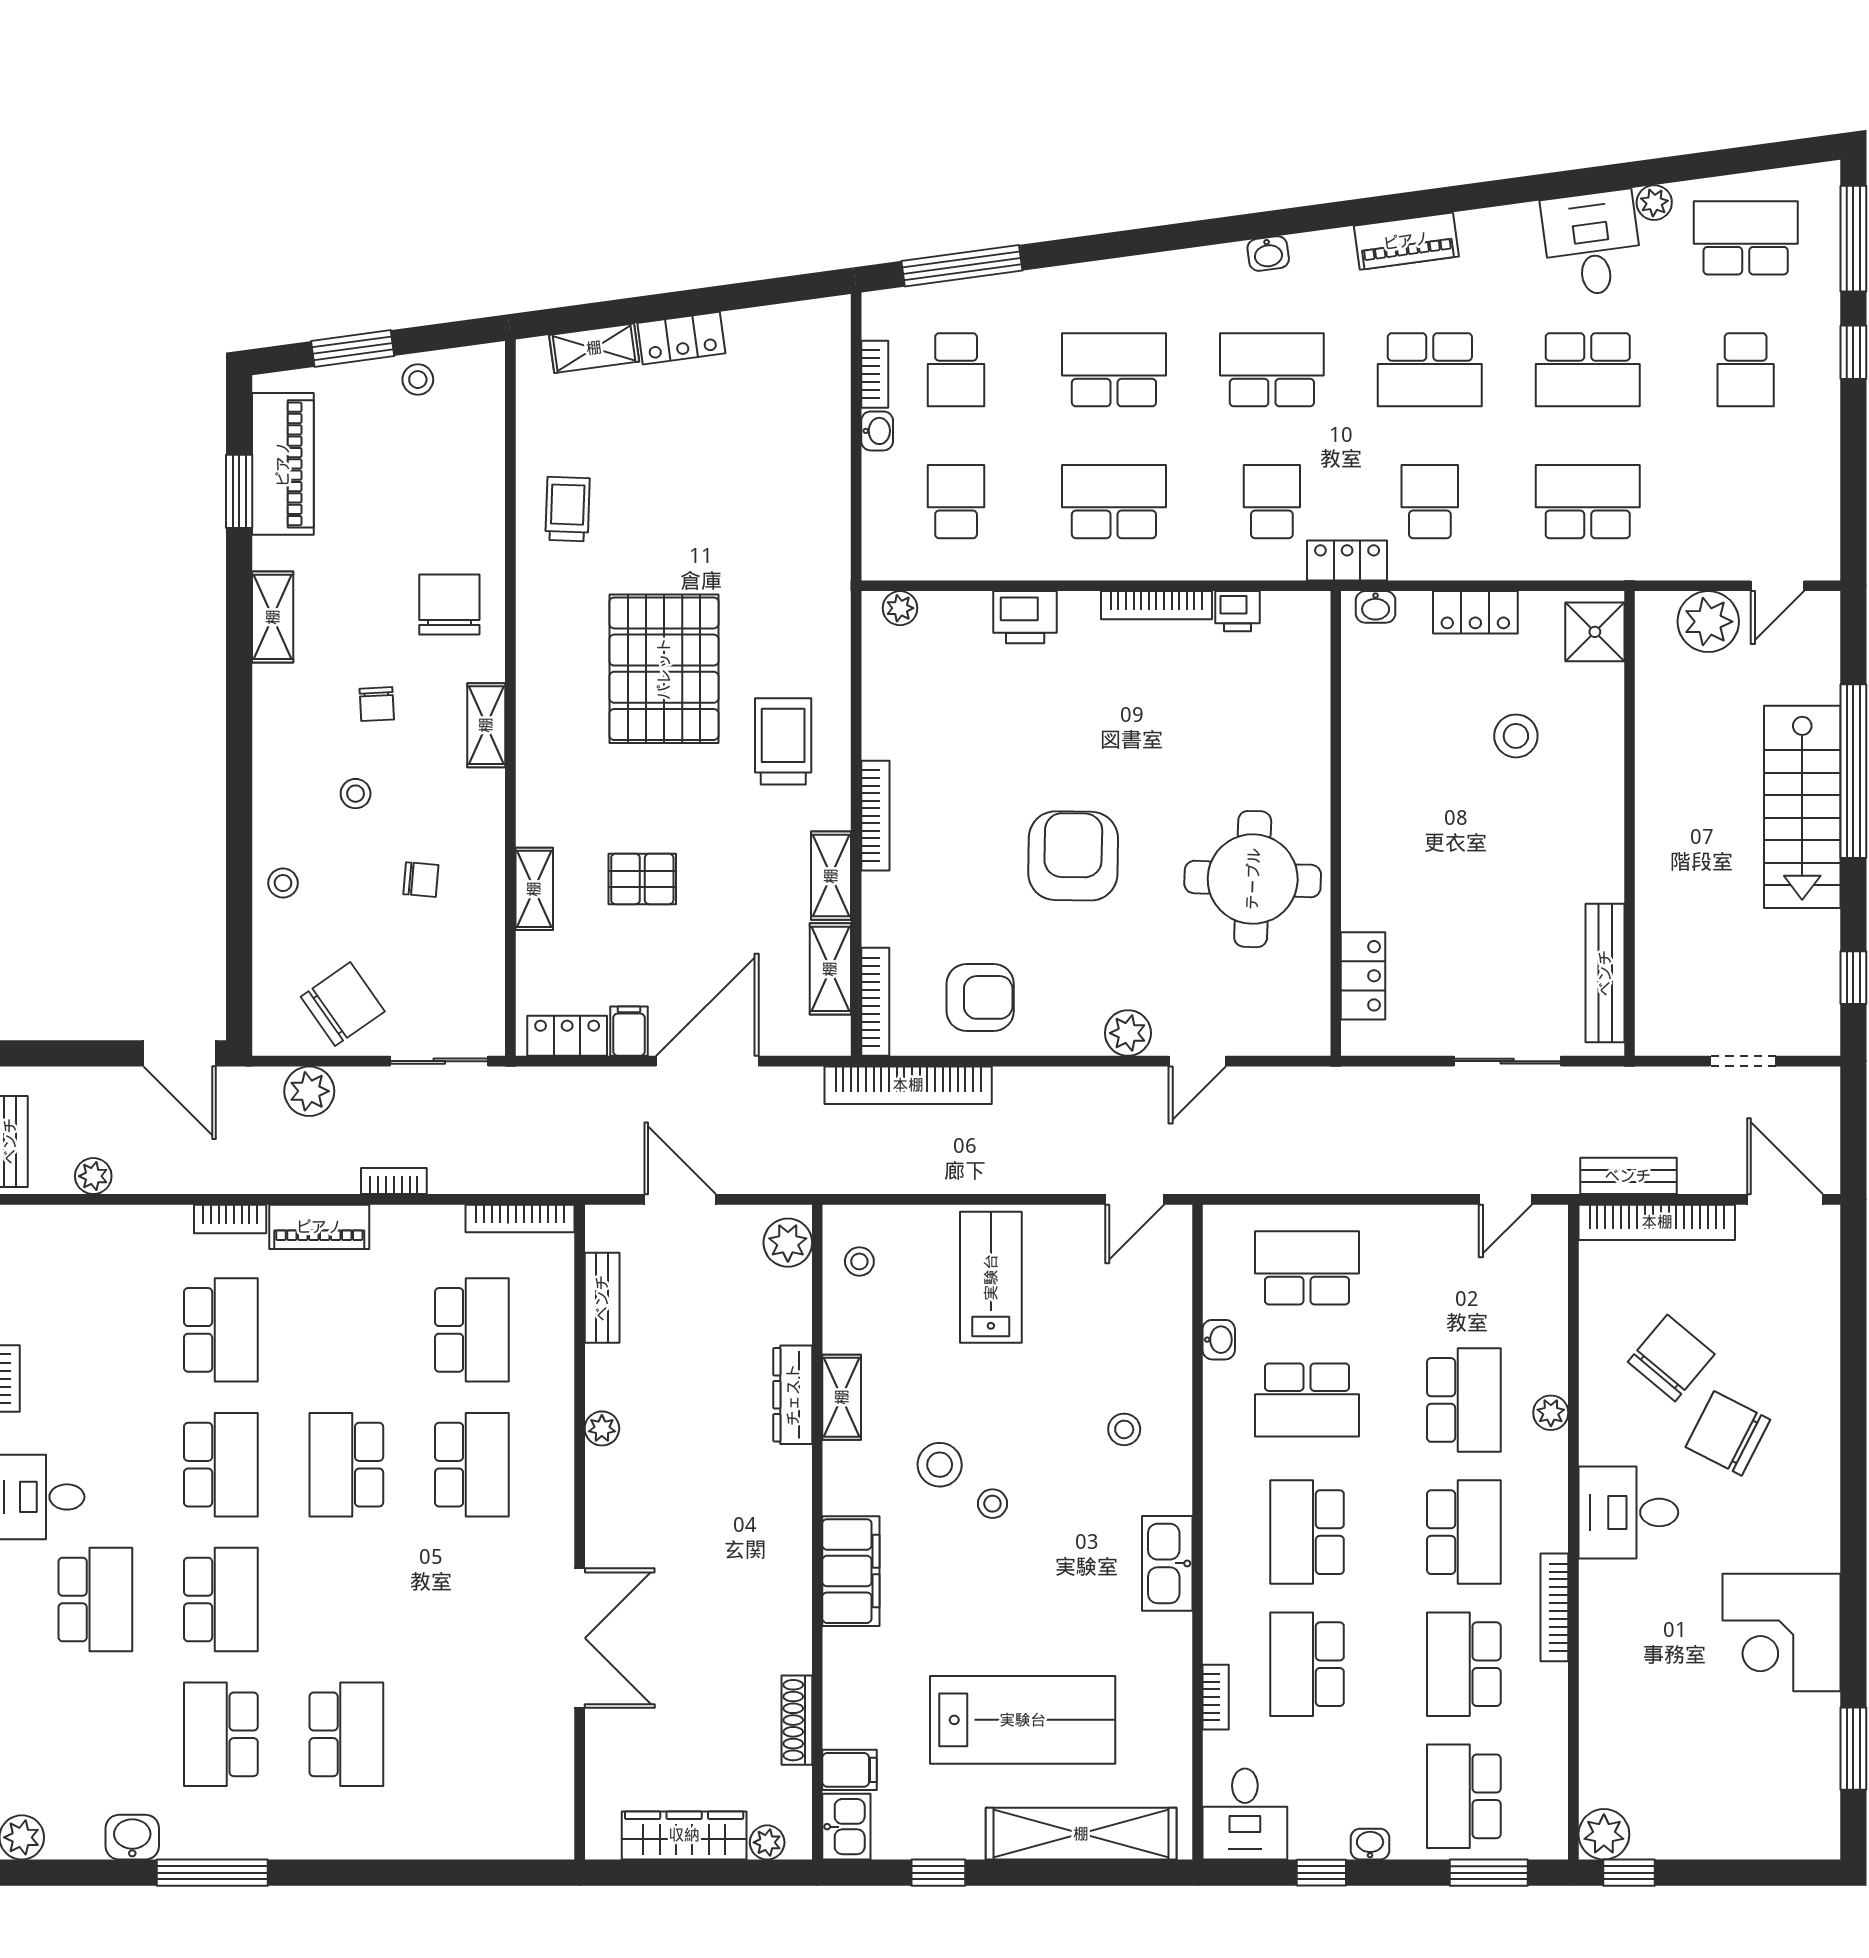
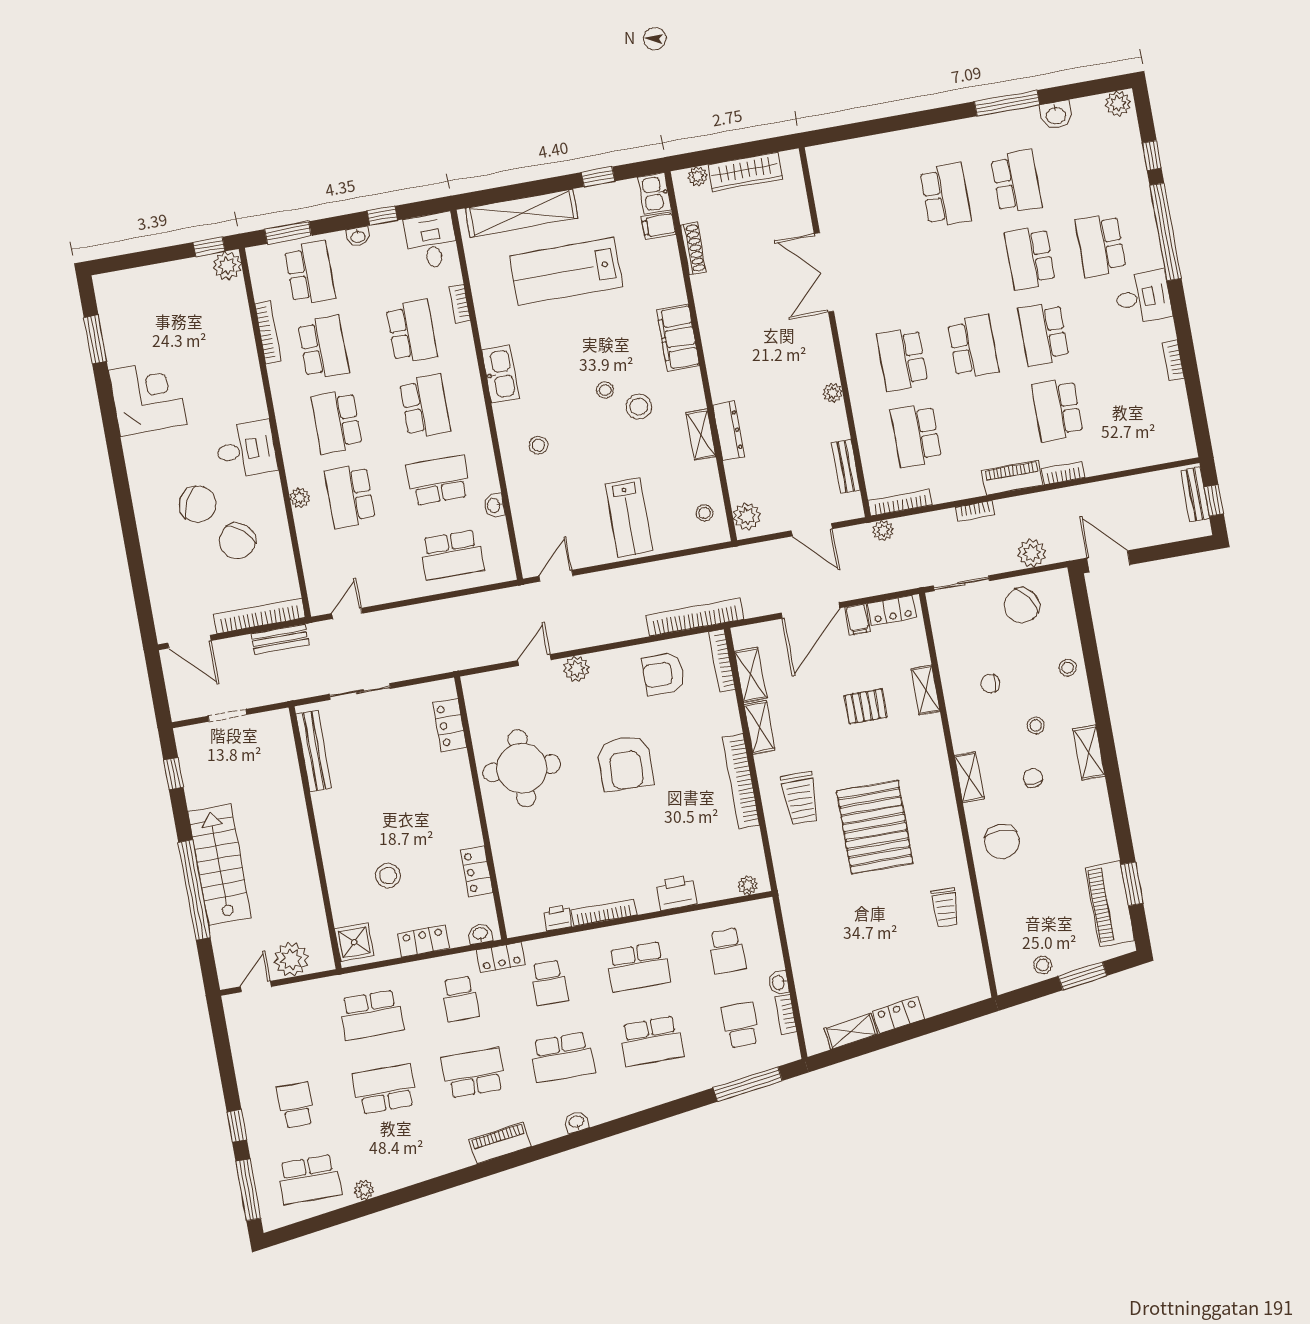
desk: (1592, 244) -> (395, 1160), removed
shelving: (594, 348) -> (851, 1031), moved
shelving: (273, 617) -> (1089, 753), moved
locker: (1362, 715) -> (477, 872), added
bookcase: (875, 816) -> (741, 781), width x1.48, depth x1.31
plant: (93, 1176) -> (883, 531), moved
bookcase: (1554, 1607) -> (268, 332), moved
school desk: (346, 1734) -> (946, 195), turned 180

